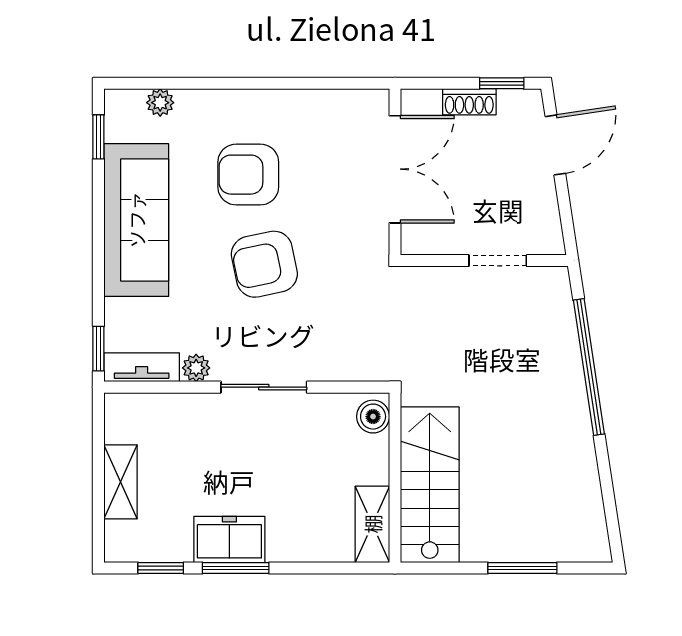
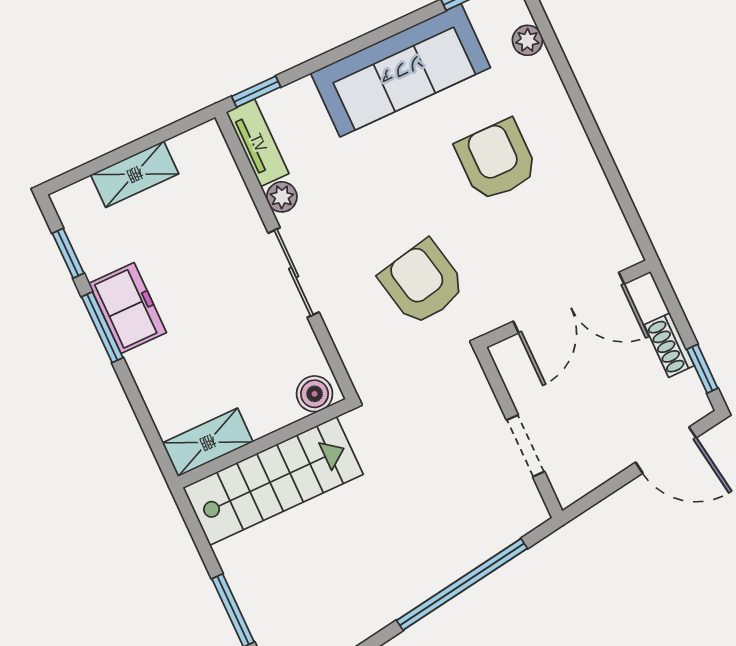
armchair: (264, 264) -> (422, 283), moved

